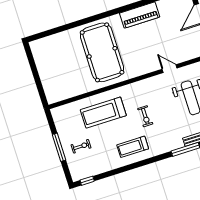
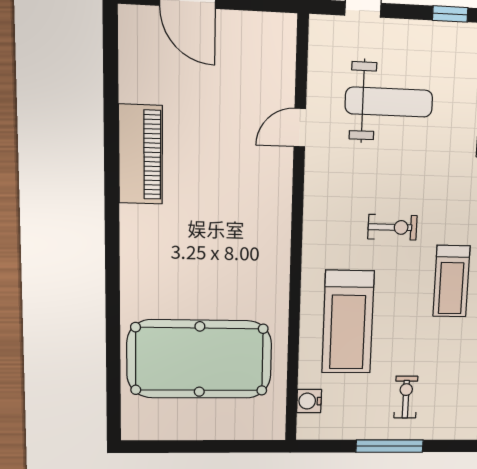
pool table: (102, 52) -> (200, 359), moved
water cooler: (67, 109) -> (309, 401), added

